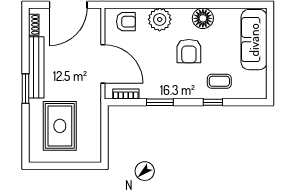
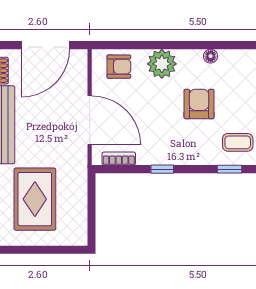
floor lamp: (203, 18) -> (211, 56), width x0.53, depth x0.53
armchair: (189, 51) -> (199, 104), turned 180
window: (160, 102) -> (162, 169), width x0.67

